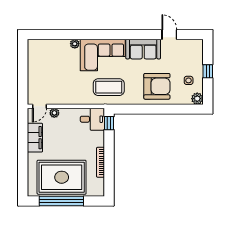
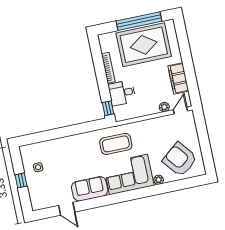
armchair: (157, 86) -> (180, 159), moved, turned 51
plant: (197, 99) -> (26, 151), removed
desk: (92, 119) -> (122, 93), moved

